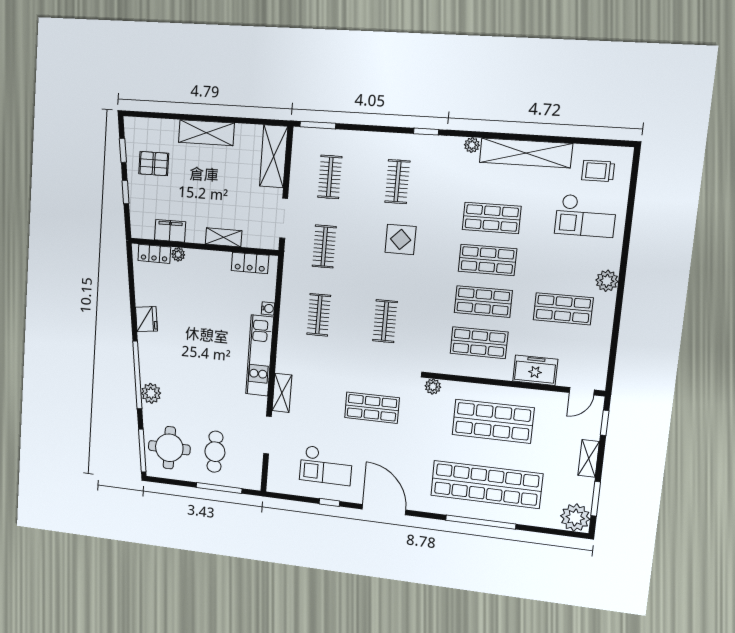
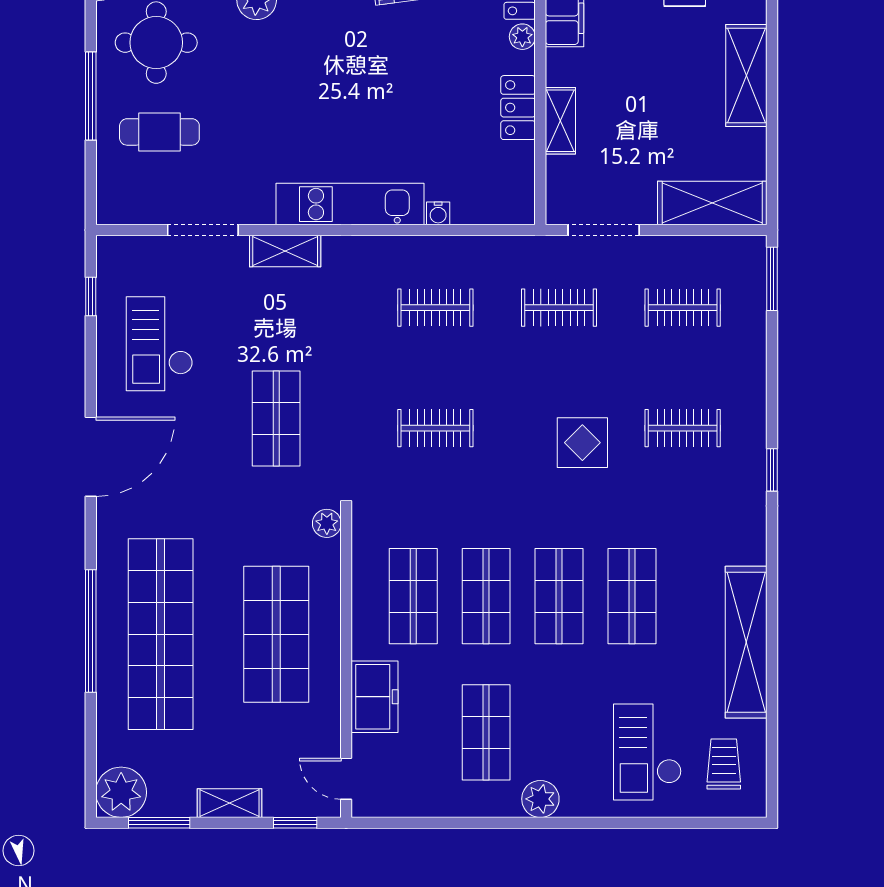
plant: (472, 145) -> (754, 550), removed
locker: (250, 263) -> (518, 108), moved
window: (219, 488) -> (91, 96), moved
window: (329, 502) -> (91, 296), moved

